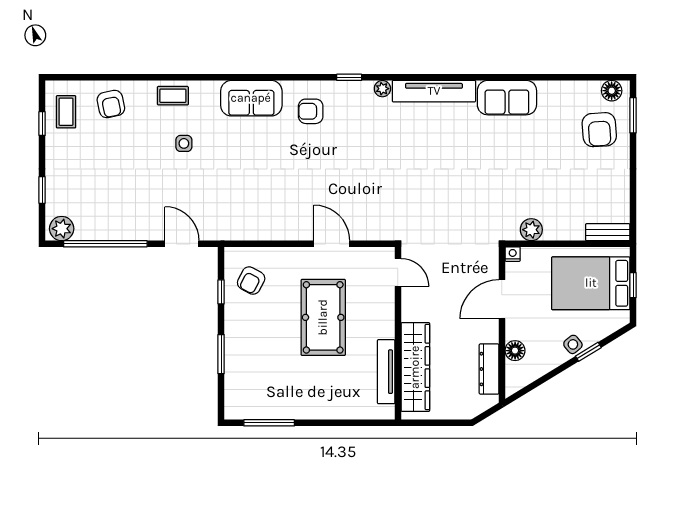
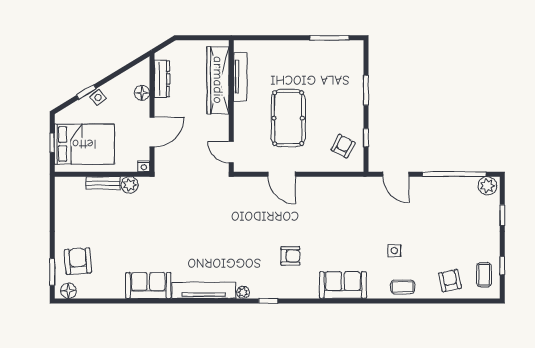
armchair: (311, 111) -> (290, 256), moved
bench: (608, 232) -> (103, 183), moved

